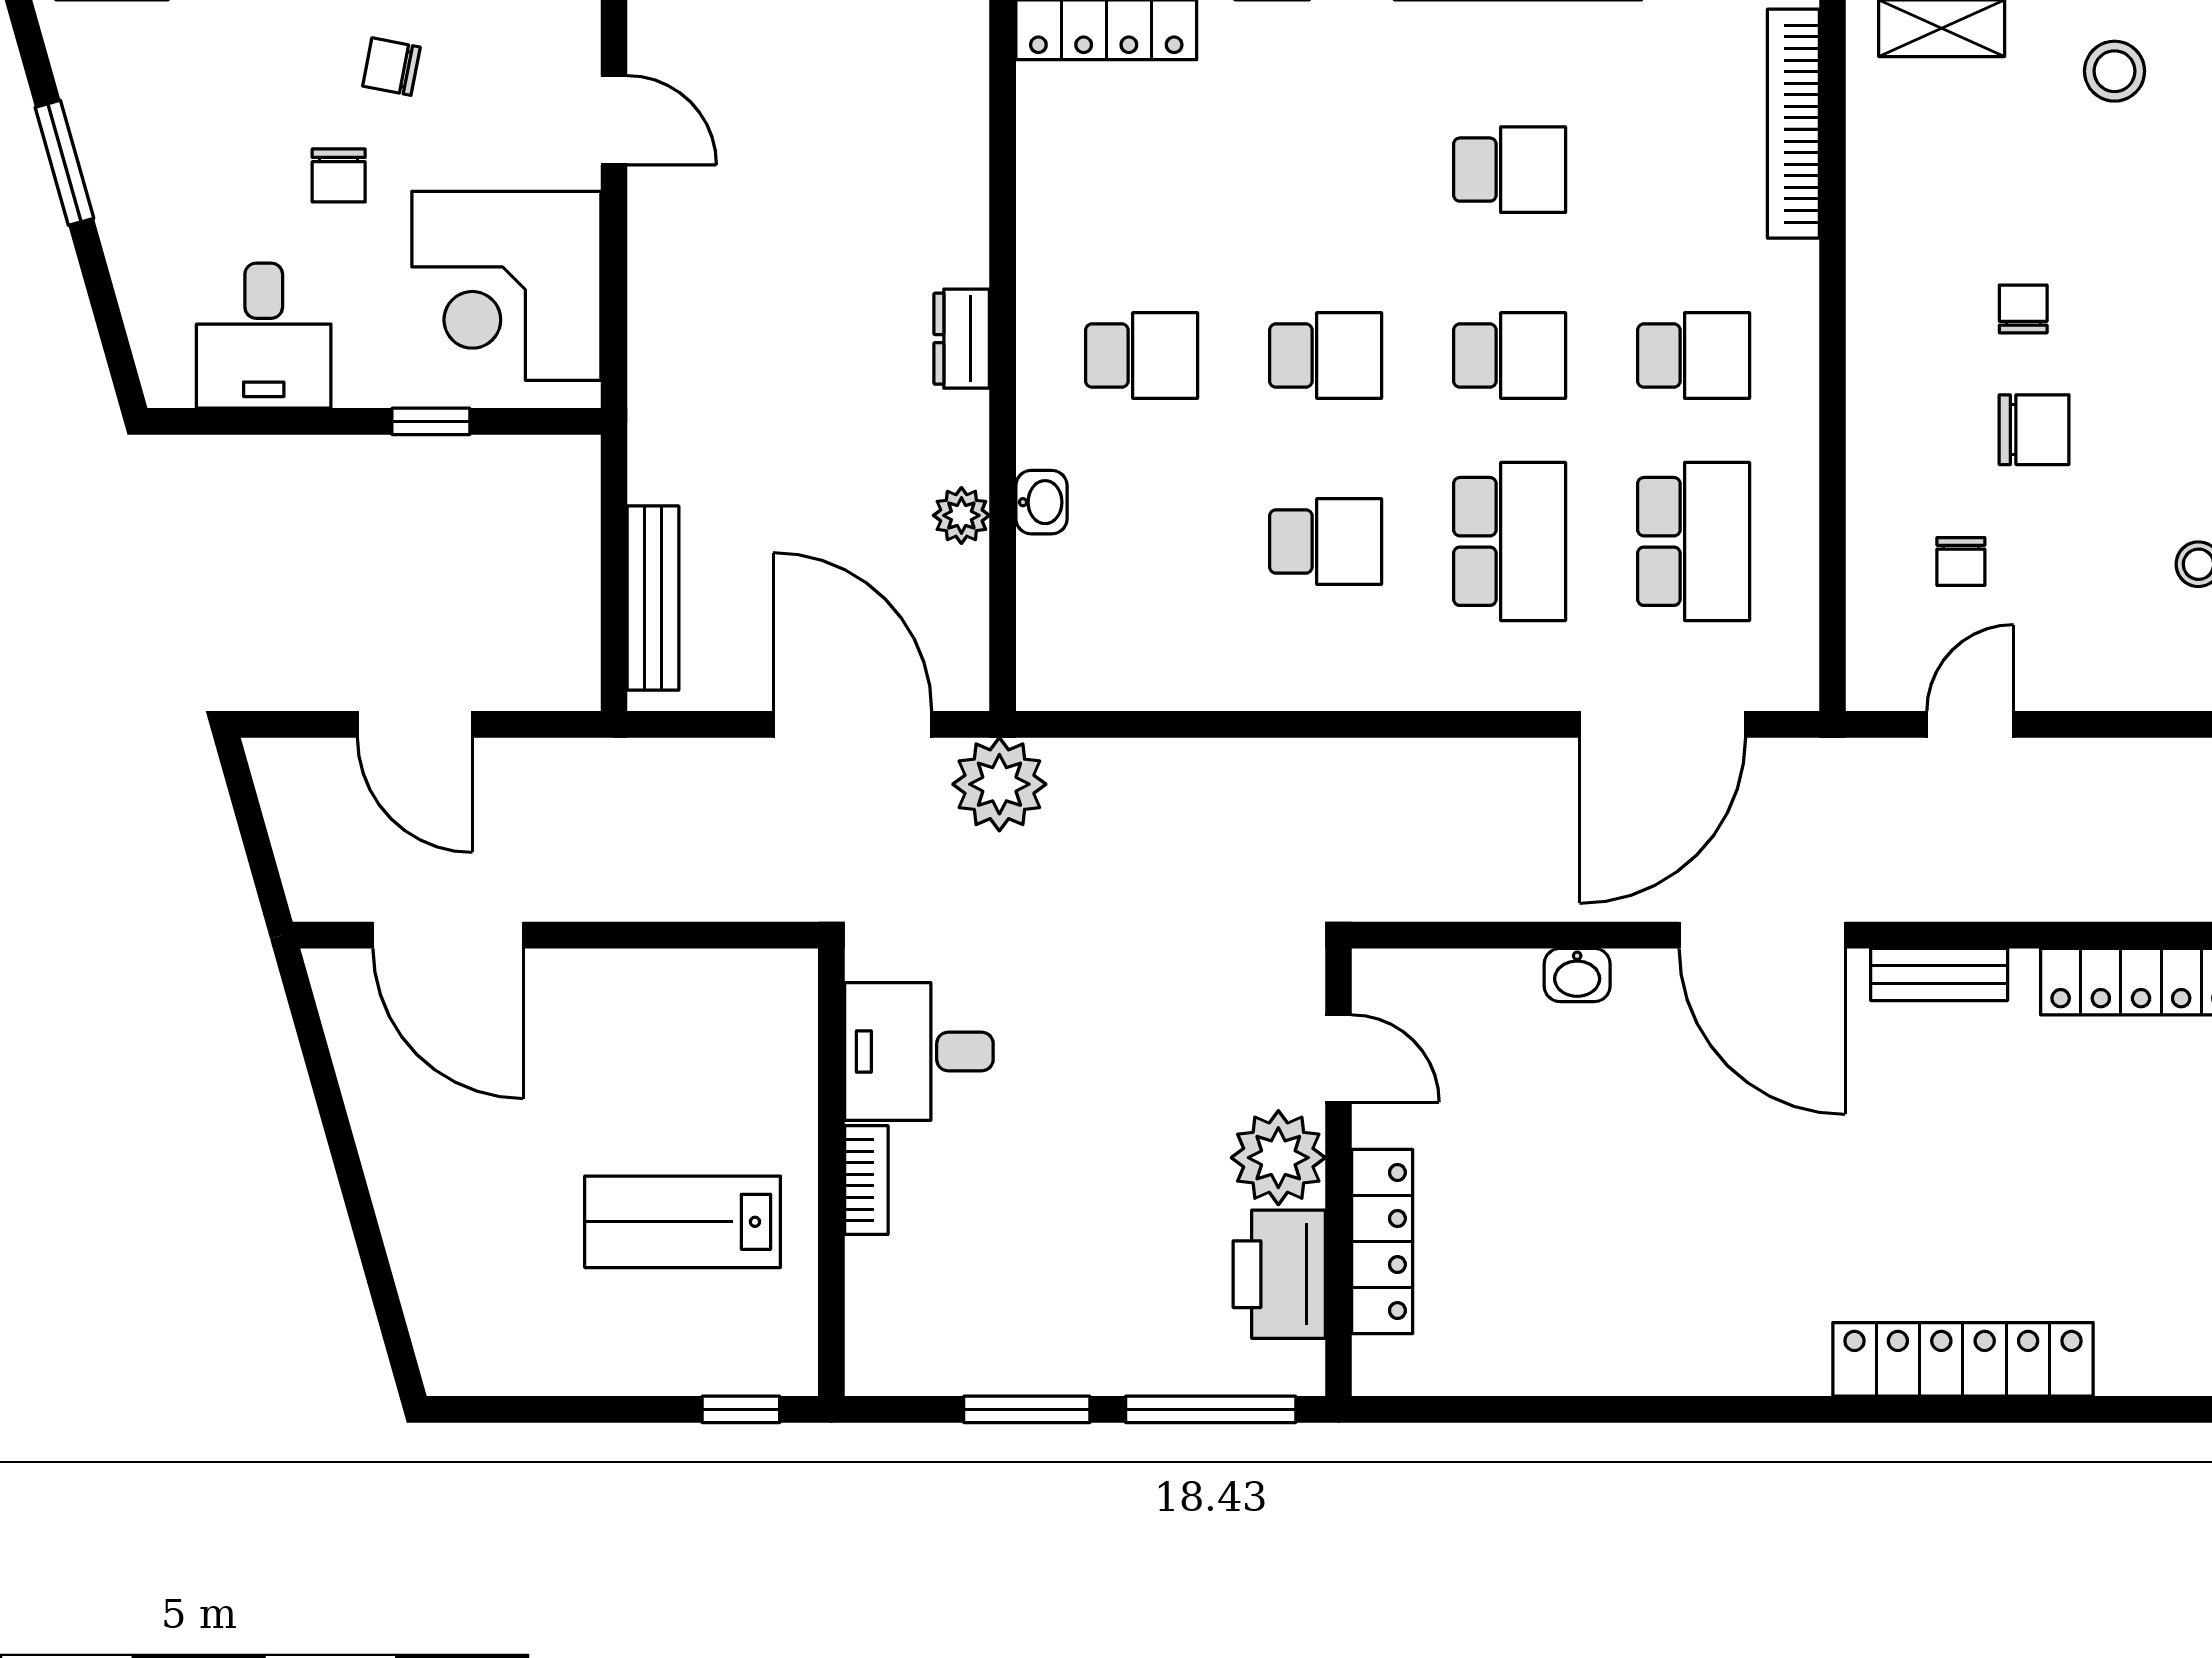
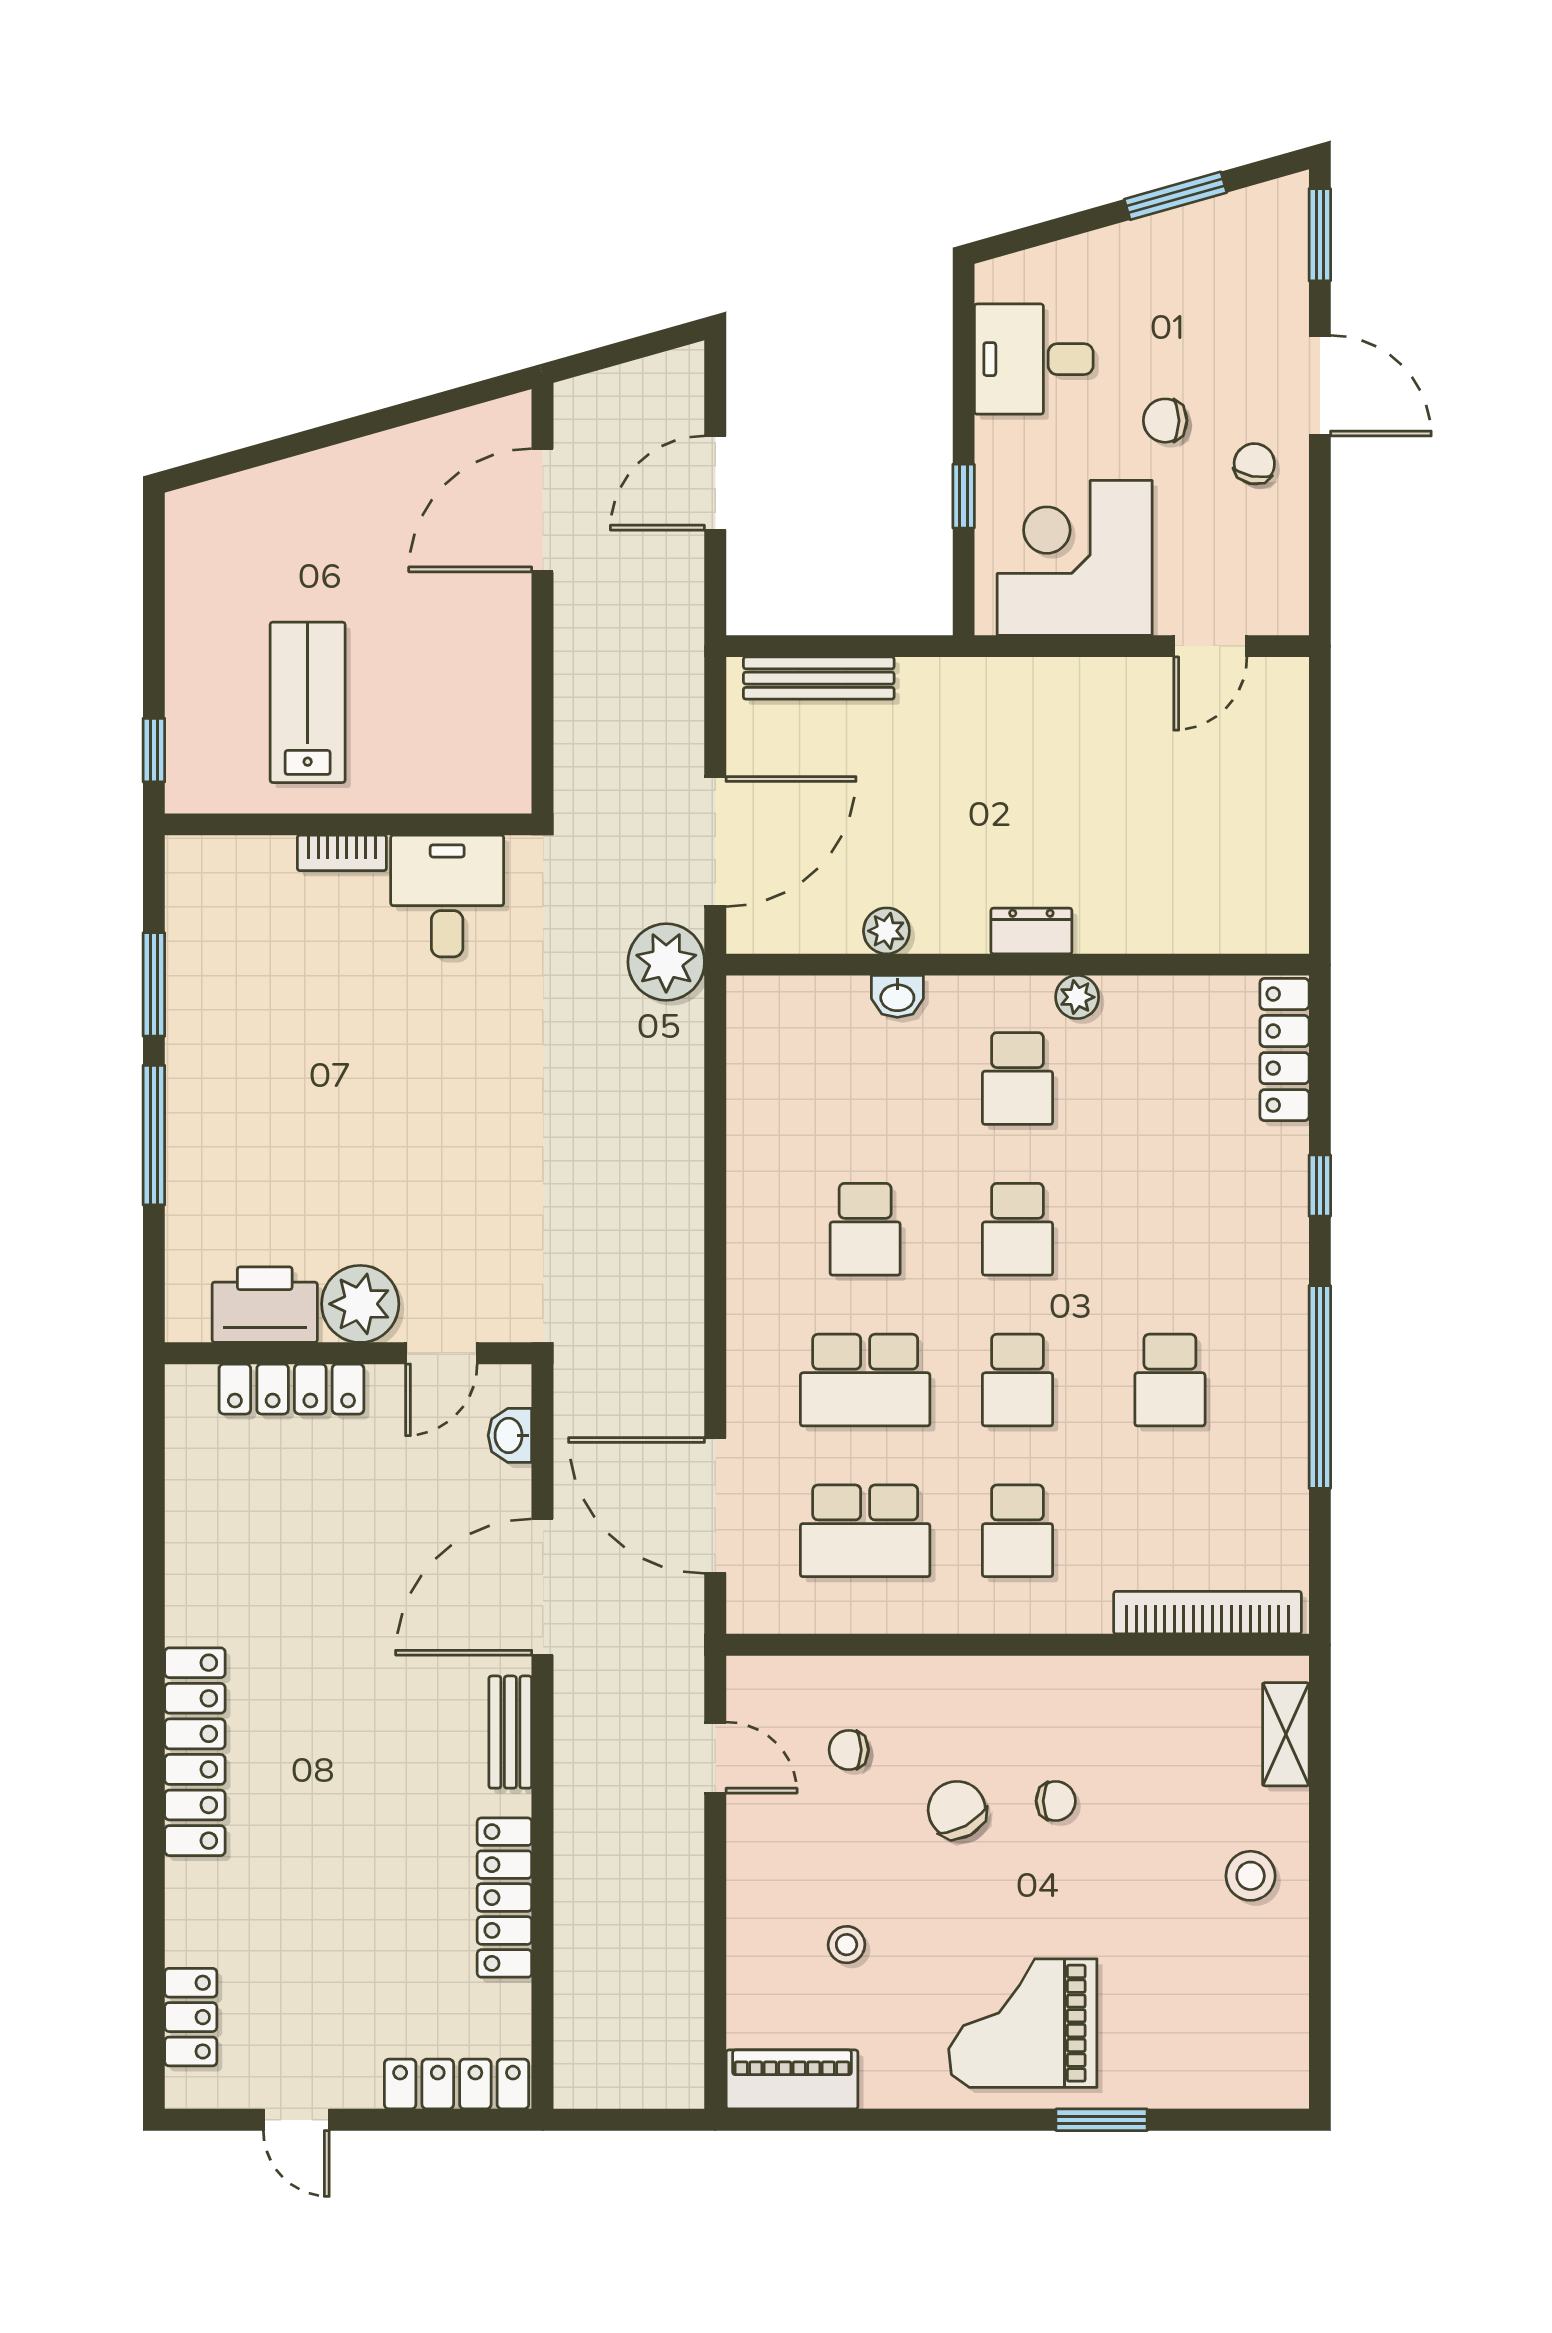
plant: (1042, 283) -> (1077, 997), added
chair: (2034, 430) -> (957, 1810), turned 151
door: (1339, 1059) -> (441, 1353), moved
plant: (1278, 1158) -> (360, 1304), moved
wall: (1339, 1172) -> (348, 1353), moved
locker: (1382, 1242) -> (291, 1389), moved
printer: (1279, 1274) -> (265, 1305), moved

